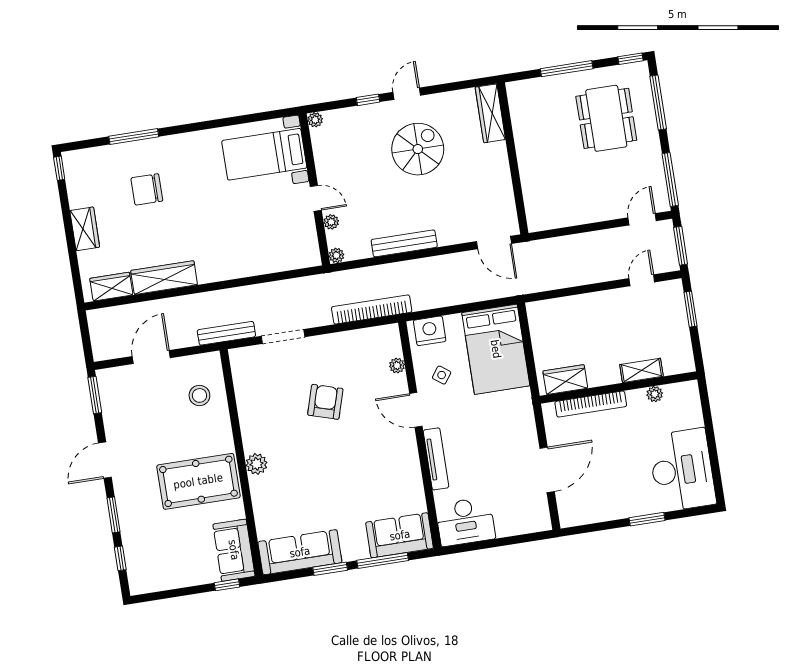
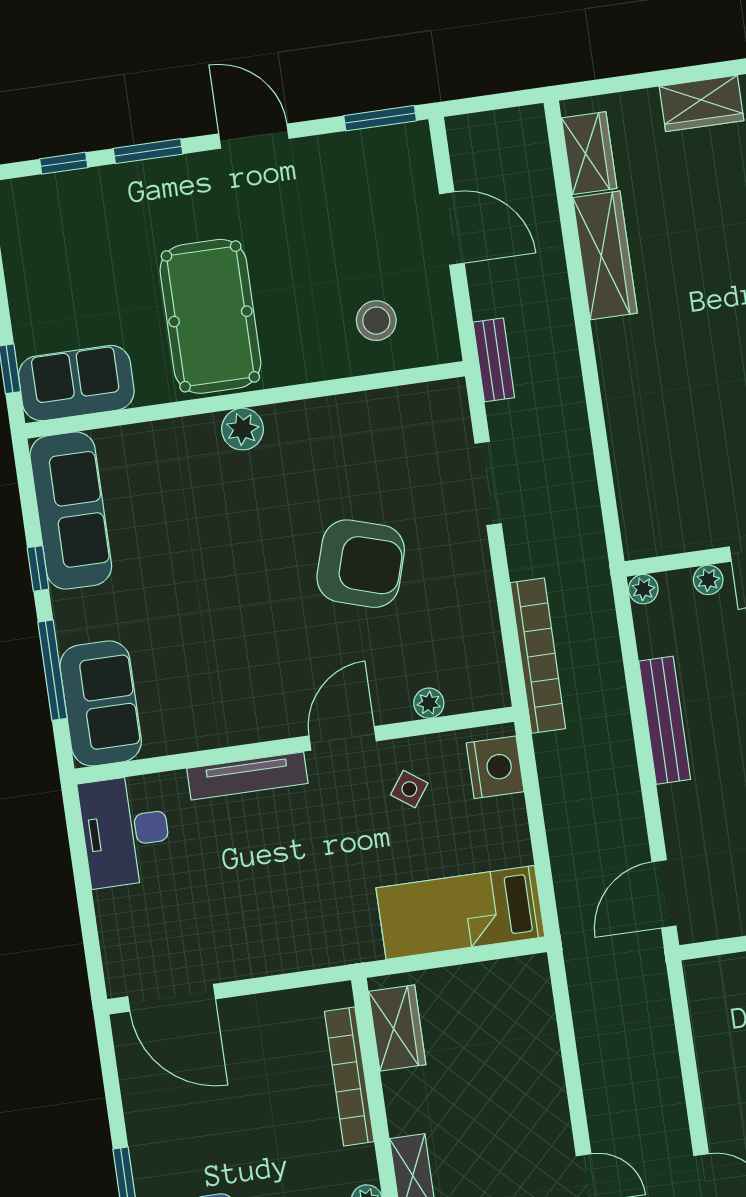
bench: (226, 333) -> (494, 360), width x0.73
bed: (496, 349) -> (460, 912), width x0.67
armchair: (325, 402) -> (361, 564), width x1.36, depth x1.36
door: (547, 470) -> (172, 998), moved
window: (330, 569) -> (38, 568), width x0.67

